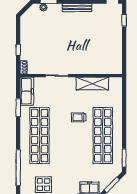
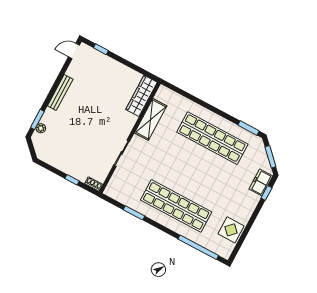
wardrobe: (106, 68) -> (141, 96), added
freezer: (27, 91) -> (121, 194), removed
trolley: (79, 117) -> (179, 154), removed

